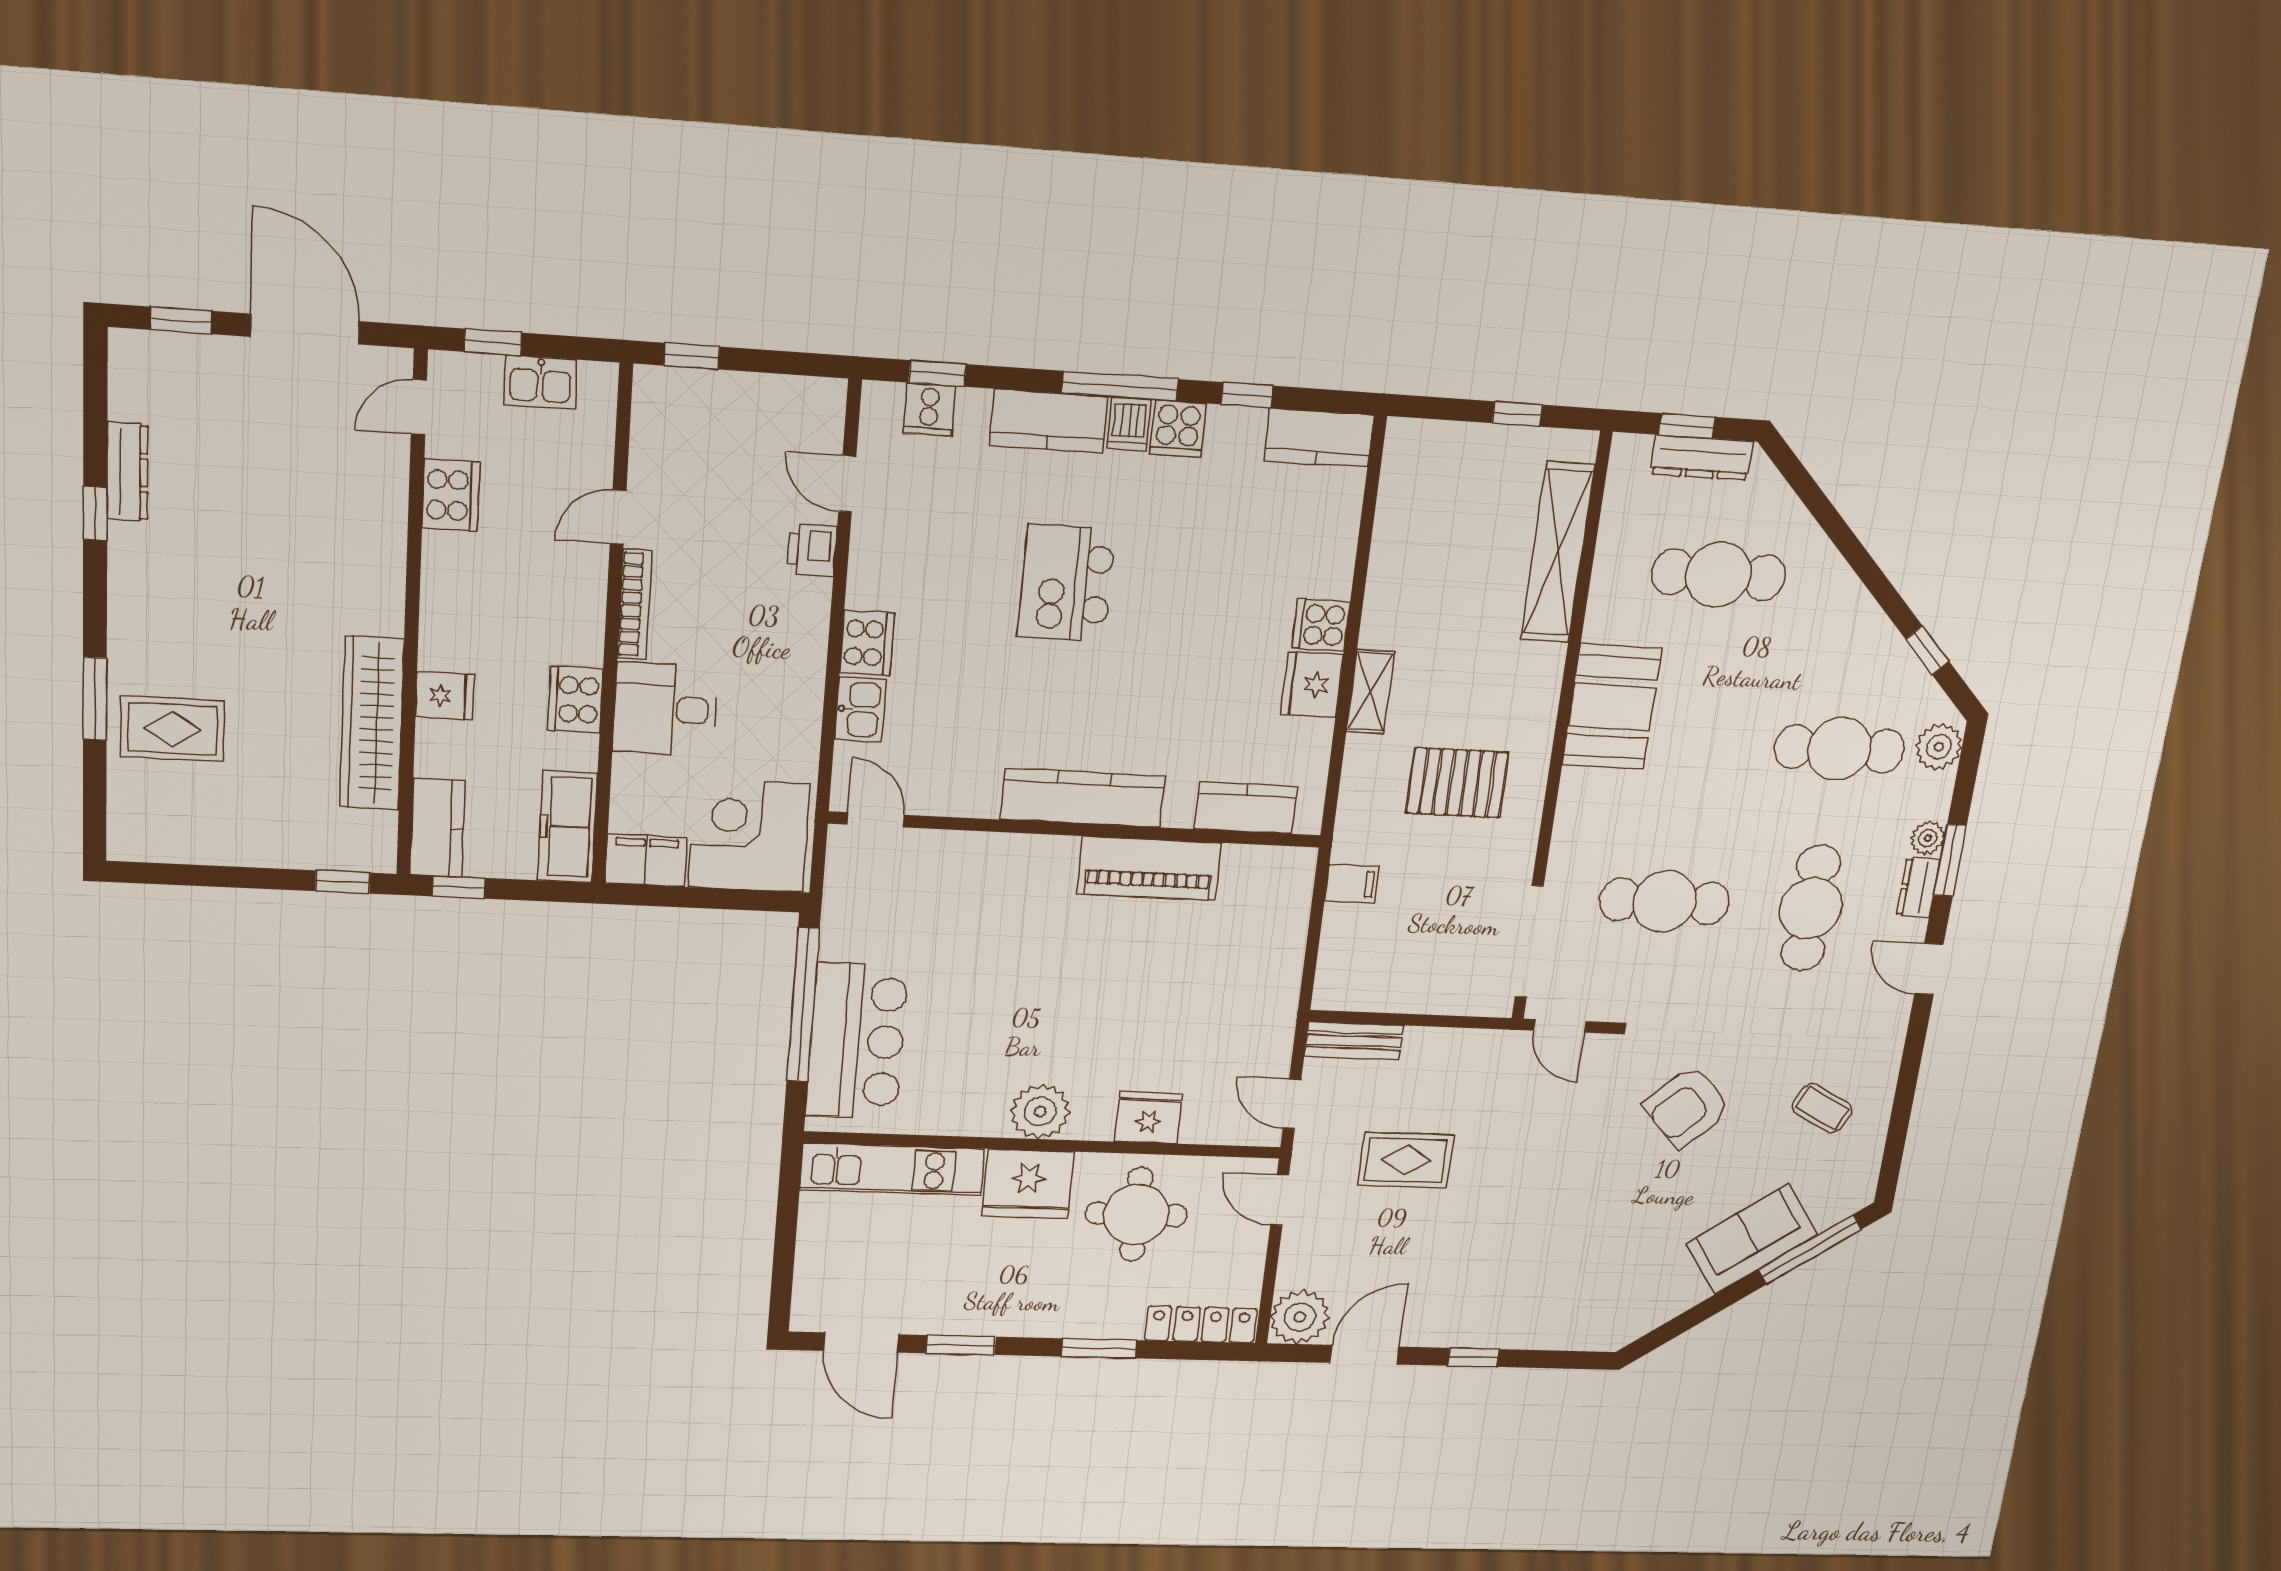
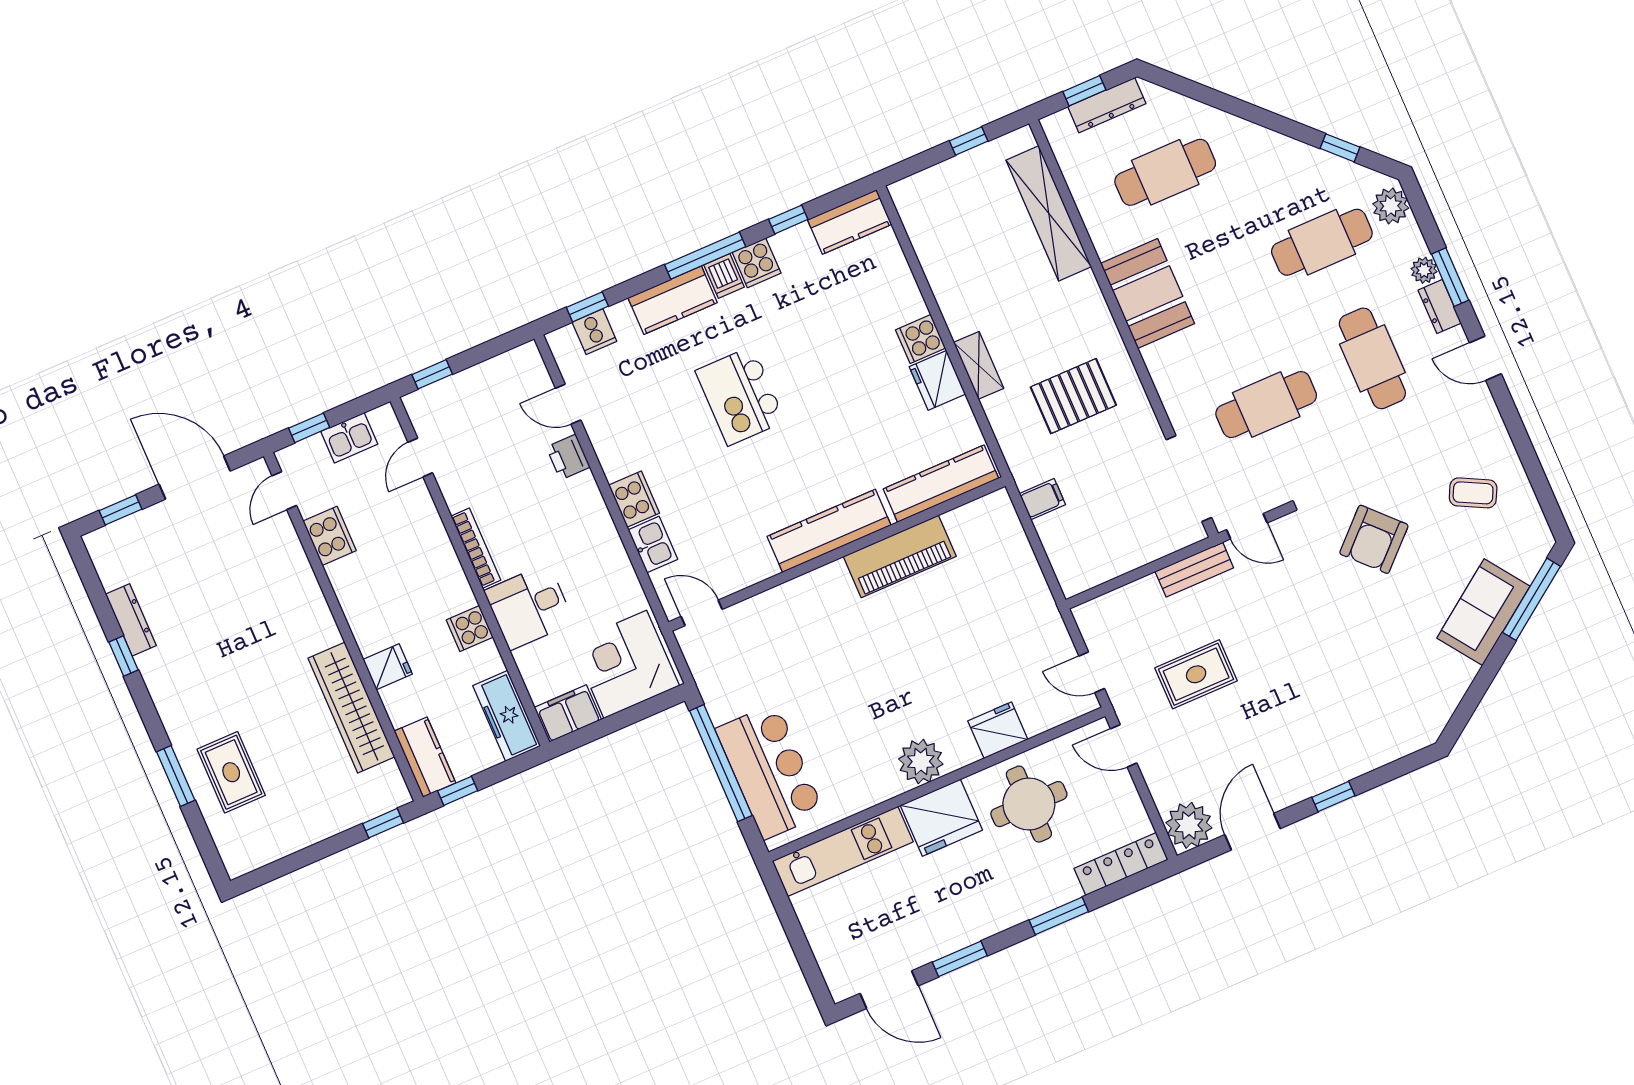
door: (618, 517) -> (420, 457), moved
cooker: (575, 700) -> (470, 629), width x0.73
rug: (172, 729) -> (231, 772), turned 90
kitchen counter: (1246, 808) -> (941, 484), width x1.50
bench: (1354, 1041) -> (1194, 570), moved

